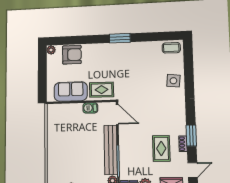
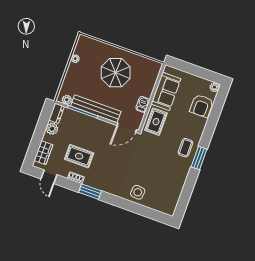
coffee table: (171, 48) -> (185, 148), moved
window: (191, 136) -> (90, 192), moved
parasol: (70, 144) -> (116, 73), added

